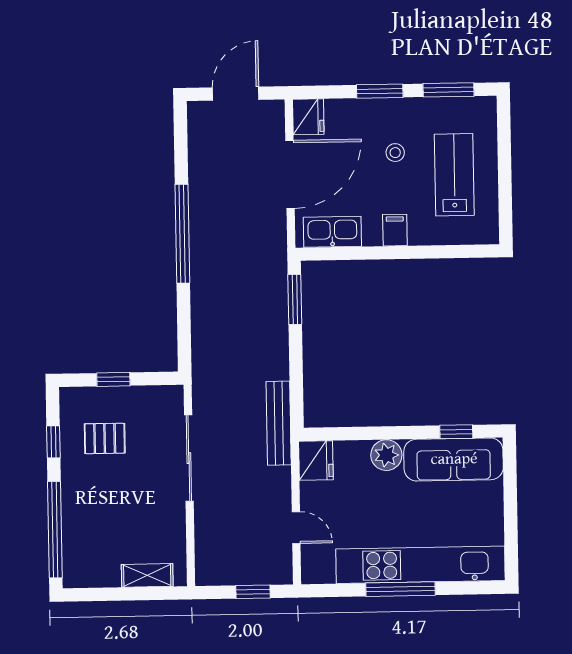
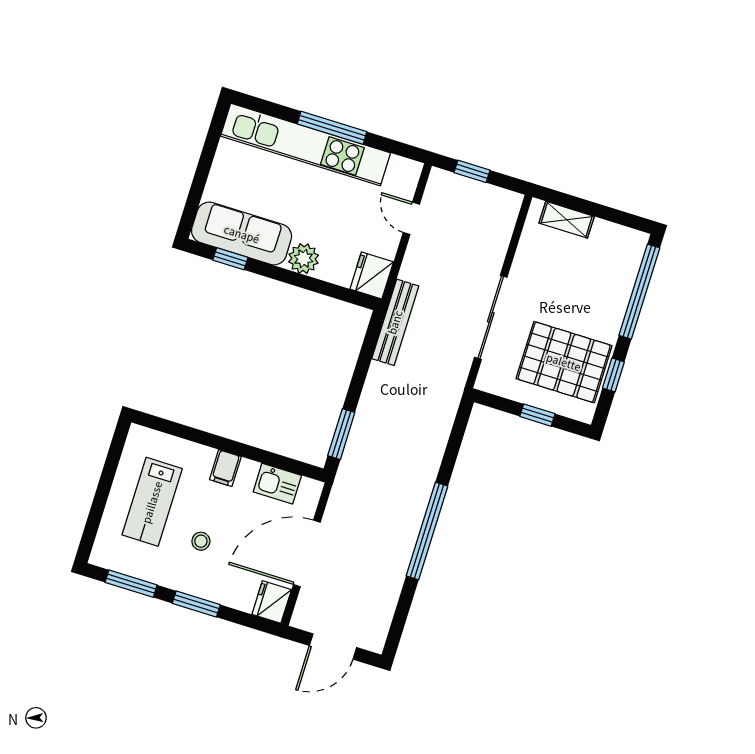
kitchen sink: (332, 232) -> (277, 484), width x0.73
pallet: (105, 438) -> (564, 362), width x2.05, depth x2.00

